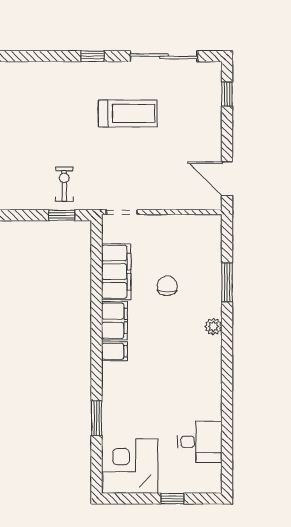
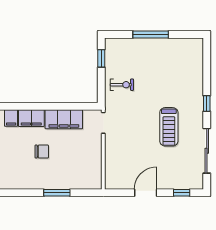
door: (227, 179) -> (146, 193), moved
window: (62, 215) -> (101, 58), moved
chair: (167, 286) -> (42, 152), moved
plant: (213, 326) -> (28, 184), removed

